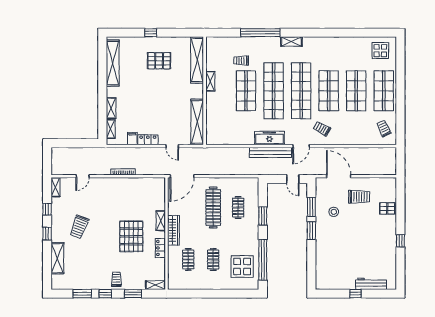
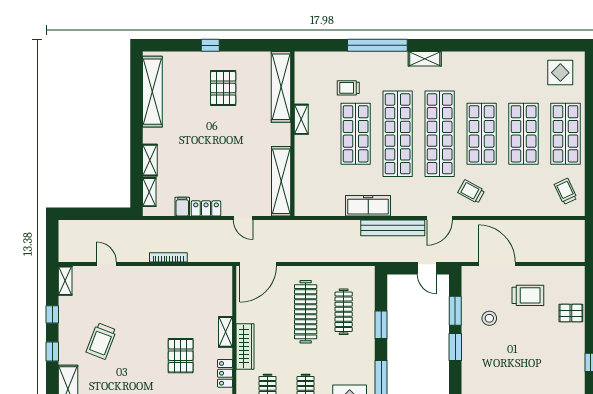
pallet: (159, 61) -> (223, 88), turned 90
freezer: (269, 138) -> (368, 206), moved
door: (83, 176) -> (106, 264), swing flipped
clothes rail: (238, 208) -> (344, 312), width x1.36
pallet: (131, 236) -> (181, 356), width x0.73, depth x0.71

